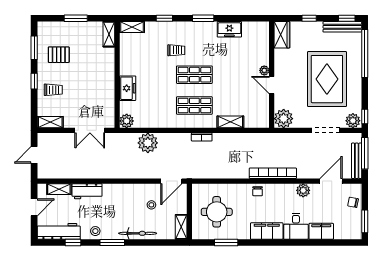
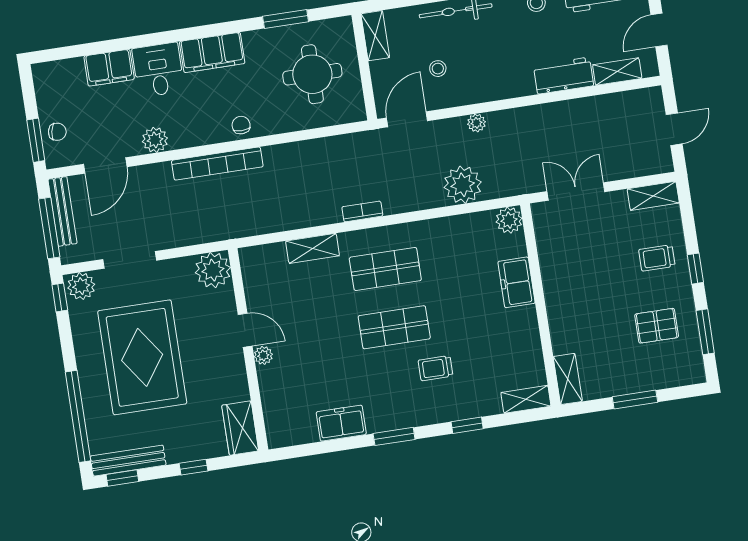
plant: (136, 174) -> (476, 123), added
window: (365, 221) -> (36, 140), moved

